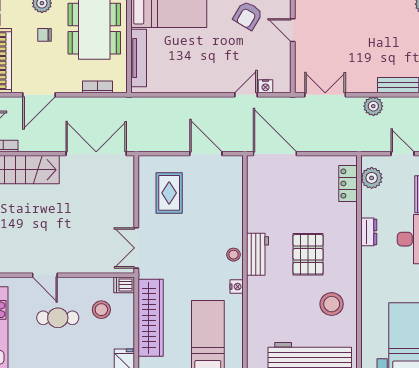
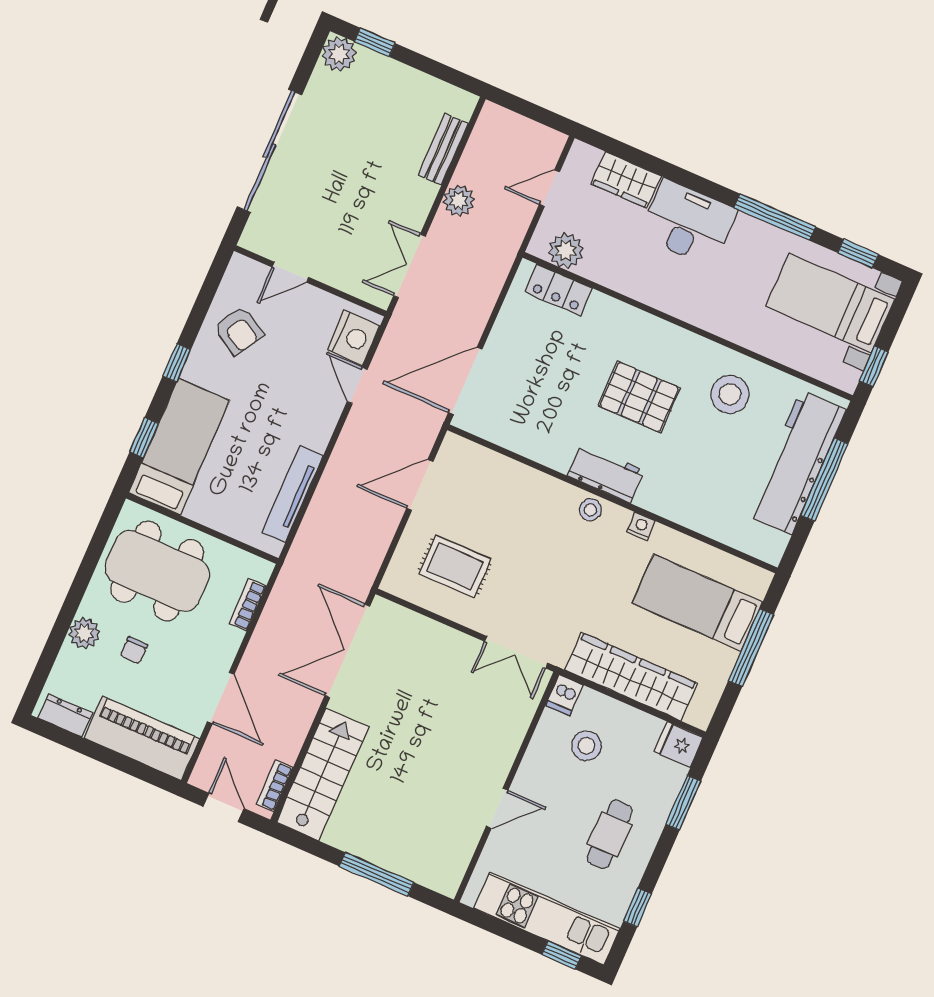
tv unit: (139, 58) -> (292, 494), moved, turned -90
nightstand: (265, 86) -> (353, 338), width x1.89, depth x1.79
dresser: (369, 232) -> (646, 291), removed
cafe table: (58, 318) -> (610, 834), moved

